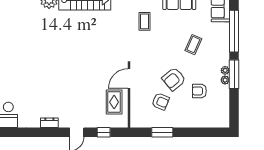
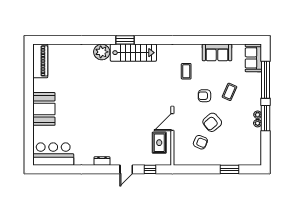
armchair: (199, 91) -> (204, 96), moved
window: (162, 132) -> (229, 169), moved

